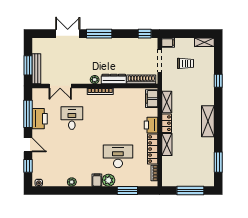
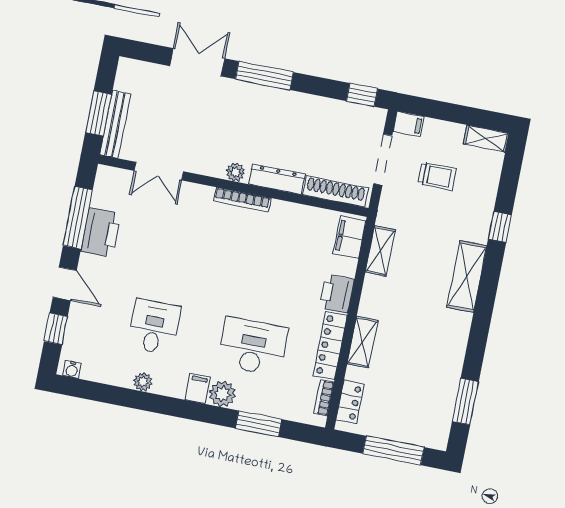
desk: (72, 118) -> (154, 327), moved
shelving: (208, 121) -> (467, 276), moved
locker: (167, 123) -> (350, 402), moved

